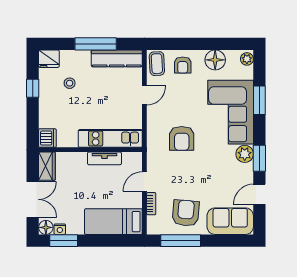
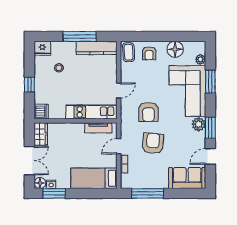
plant: (247, 59) -> (200, 59), moved
window: (33, 88) -> (29, 85), moved
door: (144, 95) -> (119, 90), moved
tv unit: (104, 158) -> (98, 128), moved
armchair: (186, 213) -> (153, 143), moved

